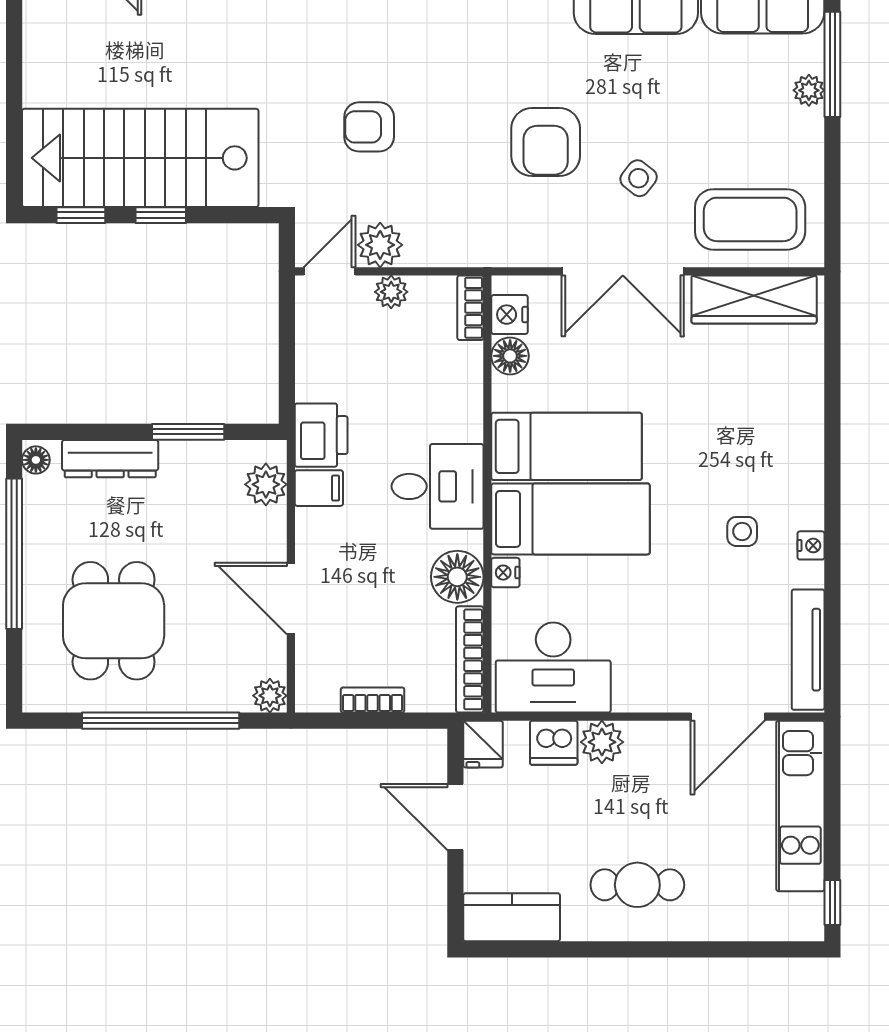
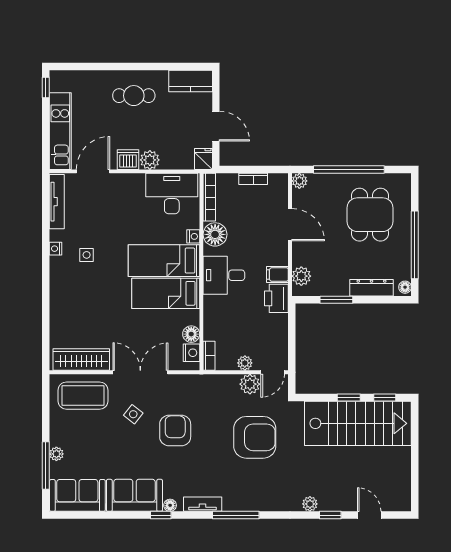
armchair: (369, 127) -> (255, 437), width x1.88, depth x1.88
dishwasher: (554, 743) -> (128, 160), moved

